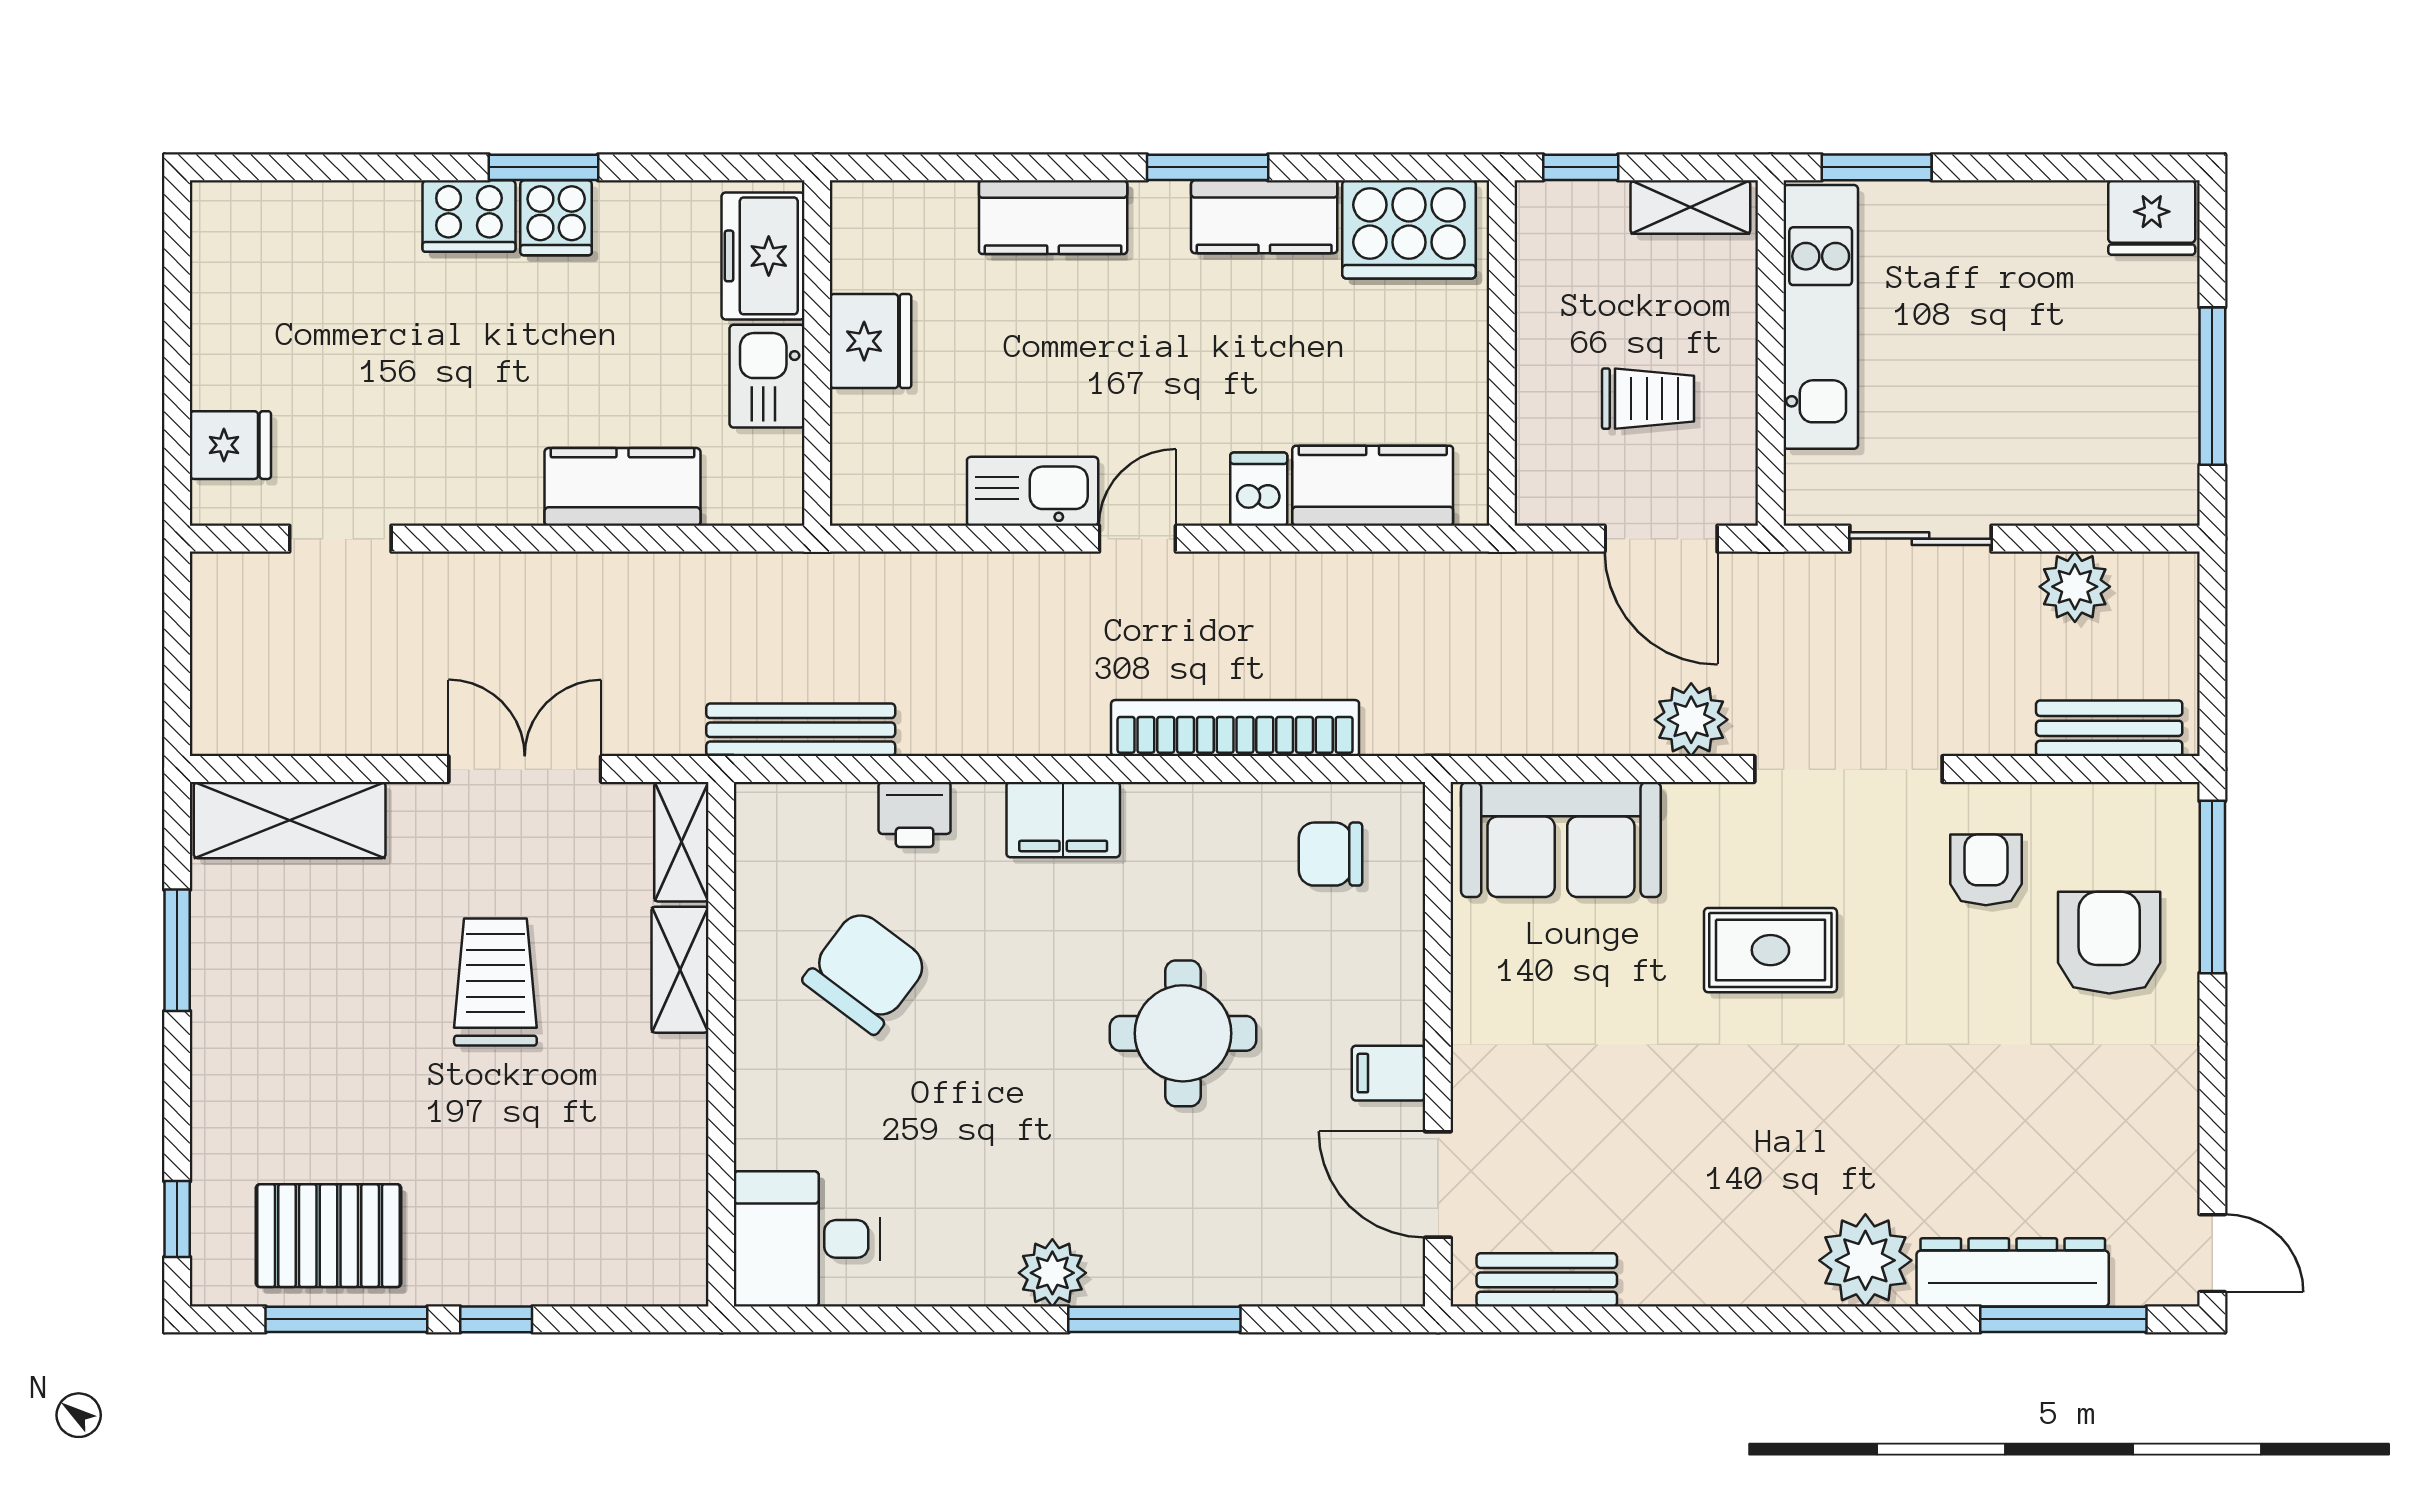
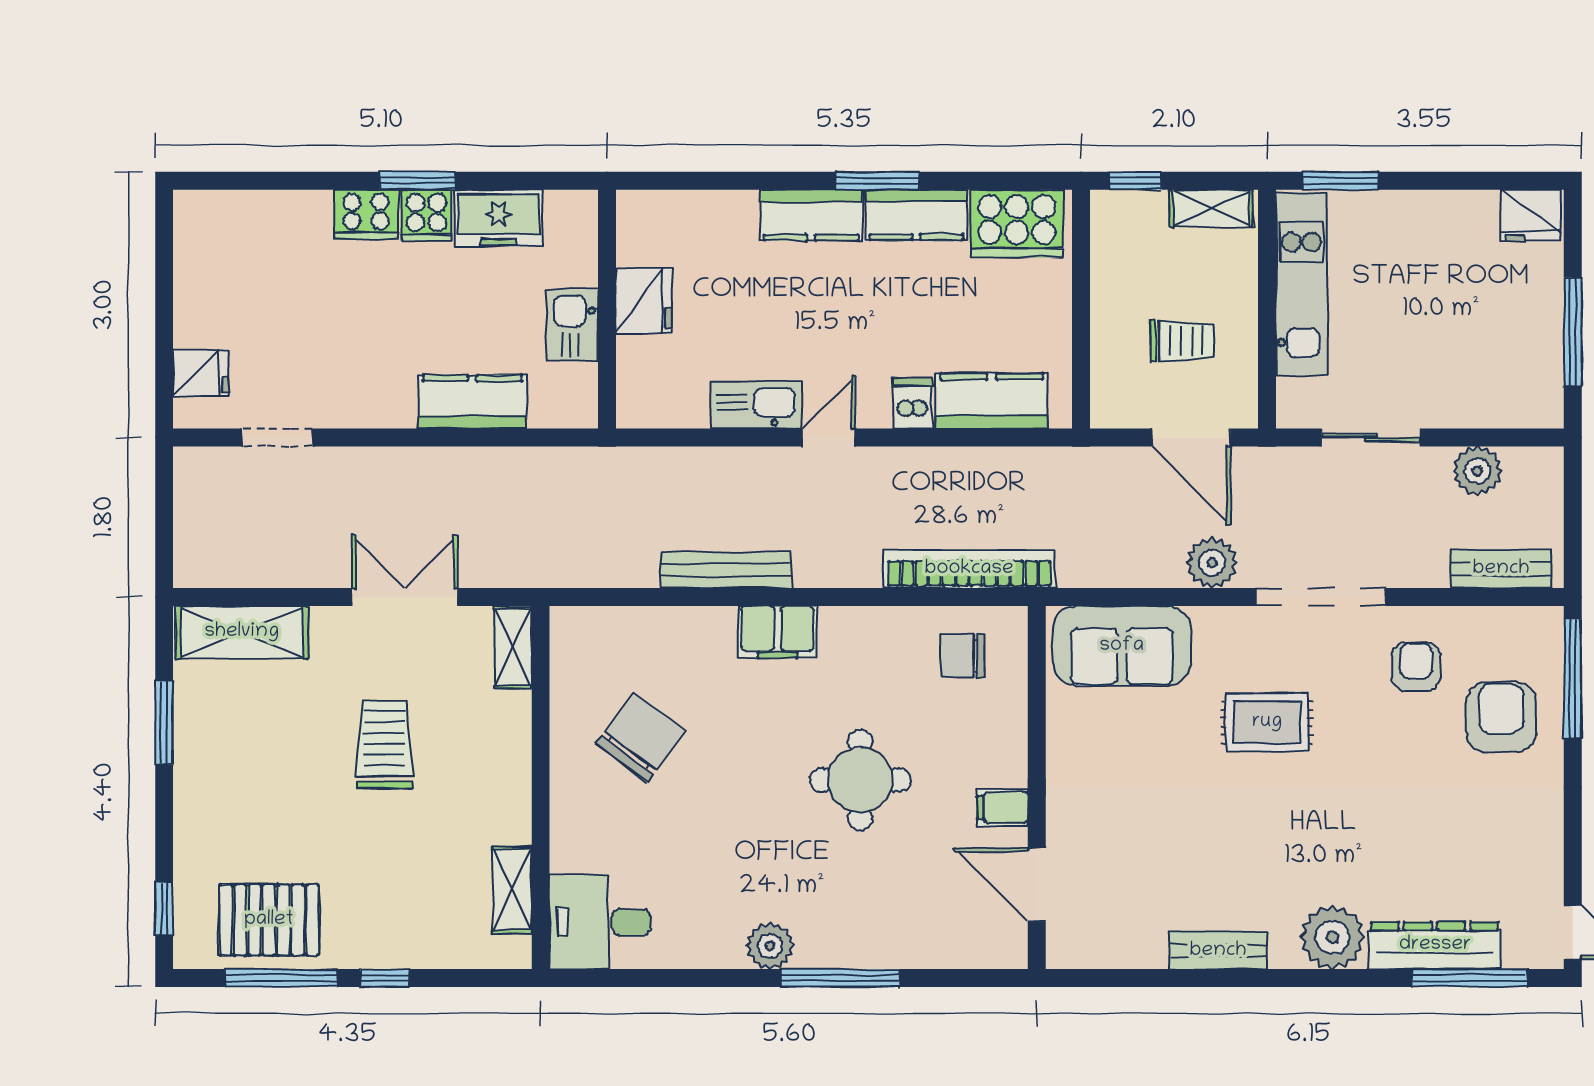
kitchen counter: (1053, 217) -> (811, 215), moved
freezer: (763, 256) -> (499, 218), moved, turned -90
bookcase: (1235, 728) -> (969, 569), moved
bench: (801, 730) -> (726, 570), moved
printer: (915, 814) -> (674, 628), removed
shelving: (680, 970) -> (512, 890), moved
bench: (1547, 1280) -> (1218, 951), moved

